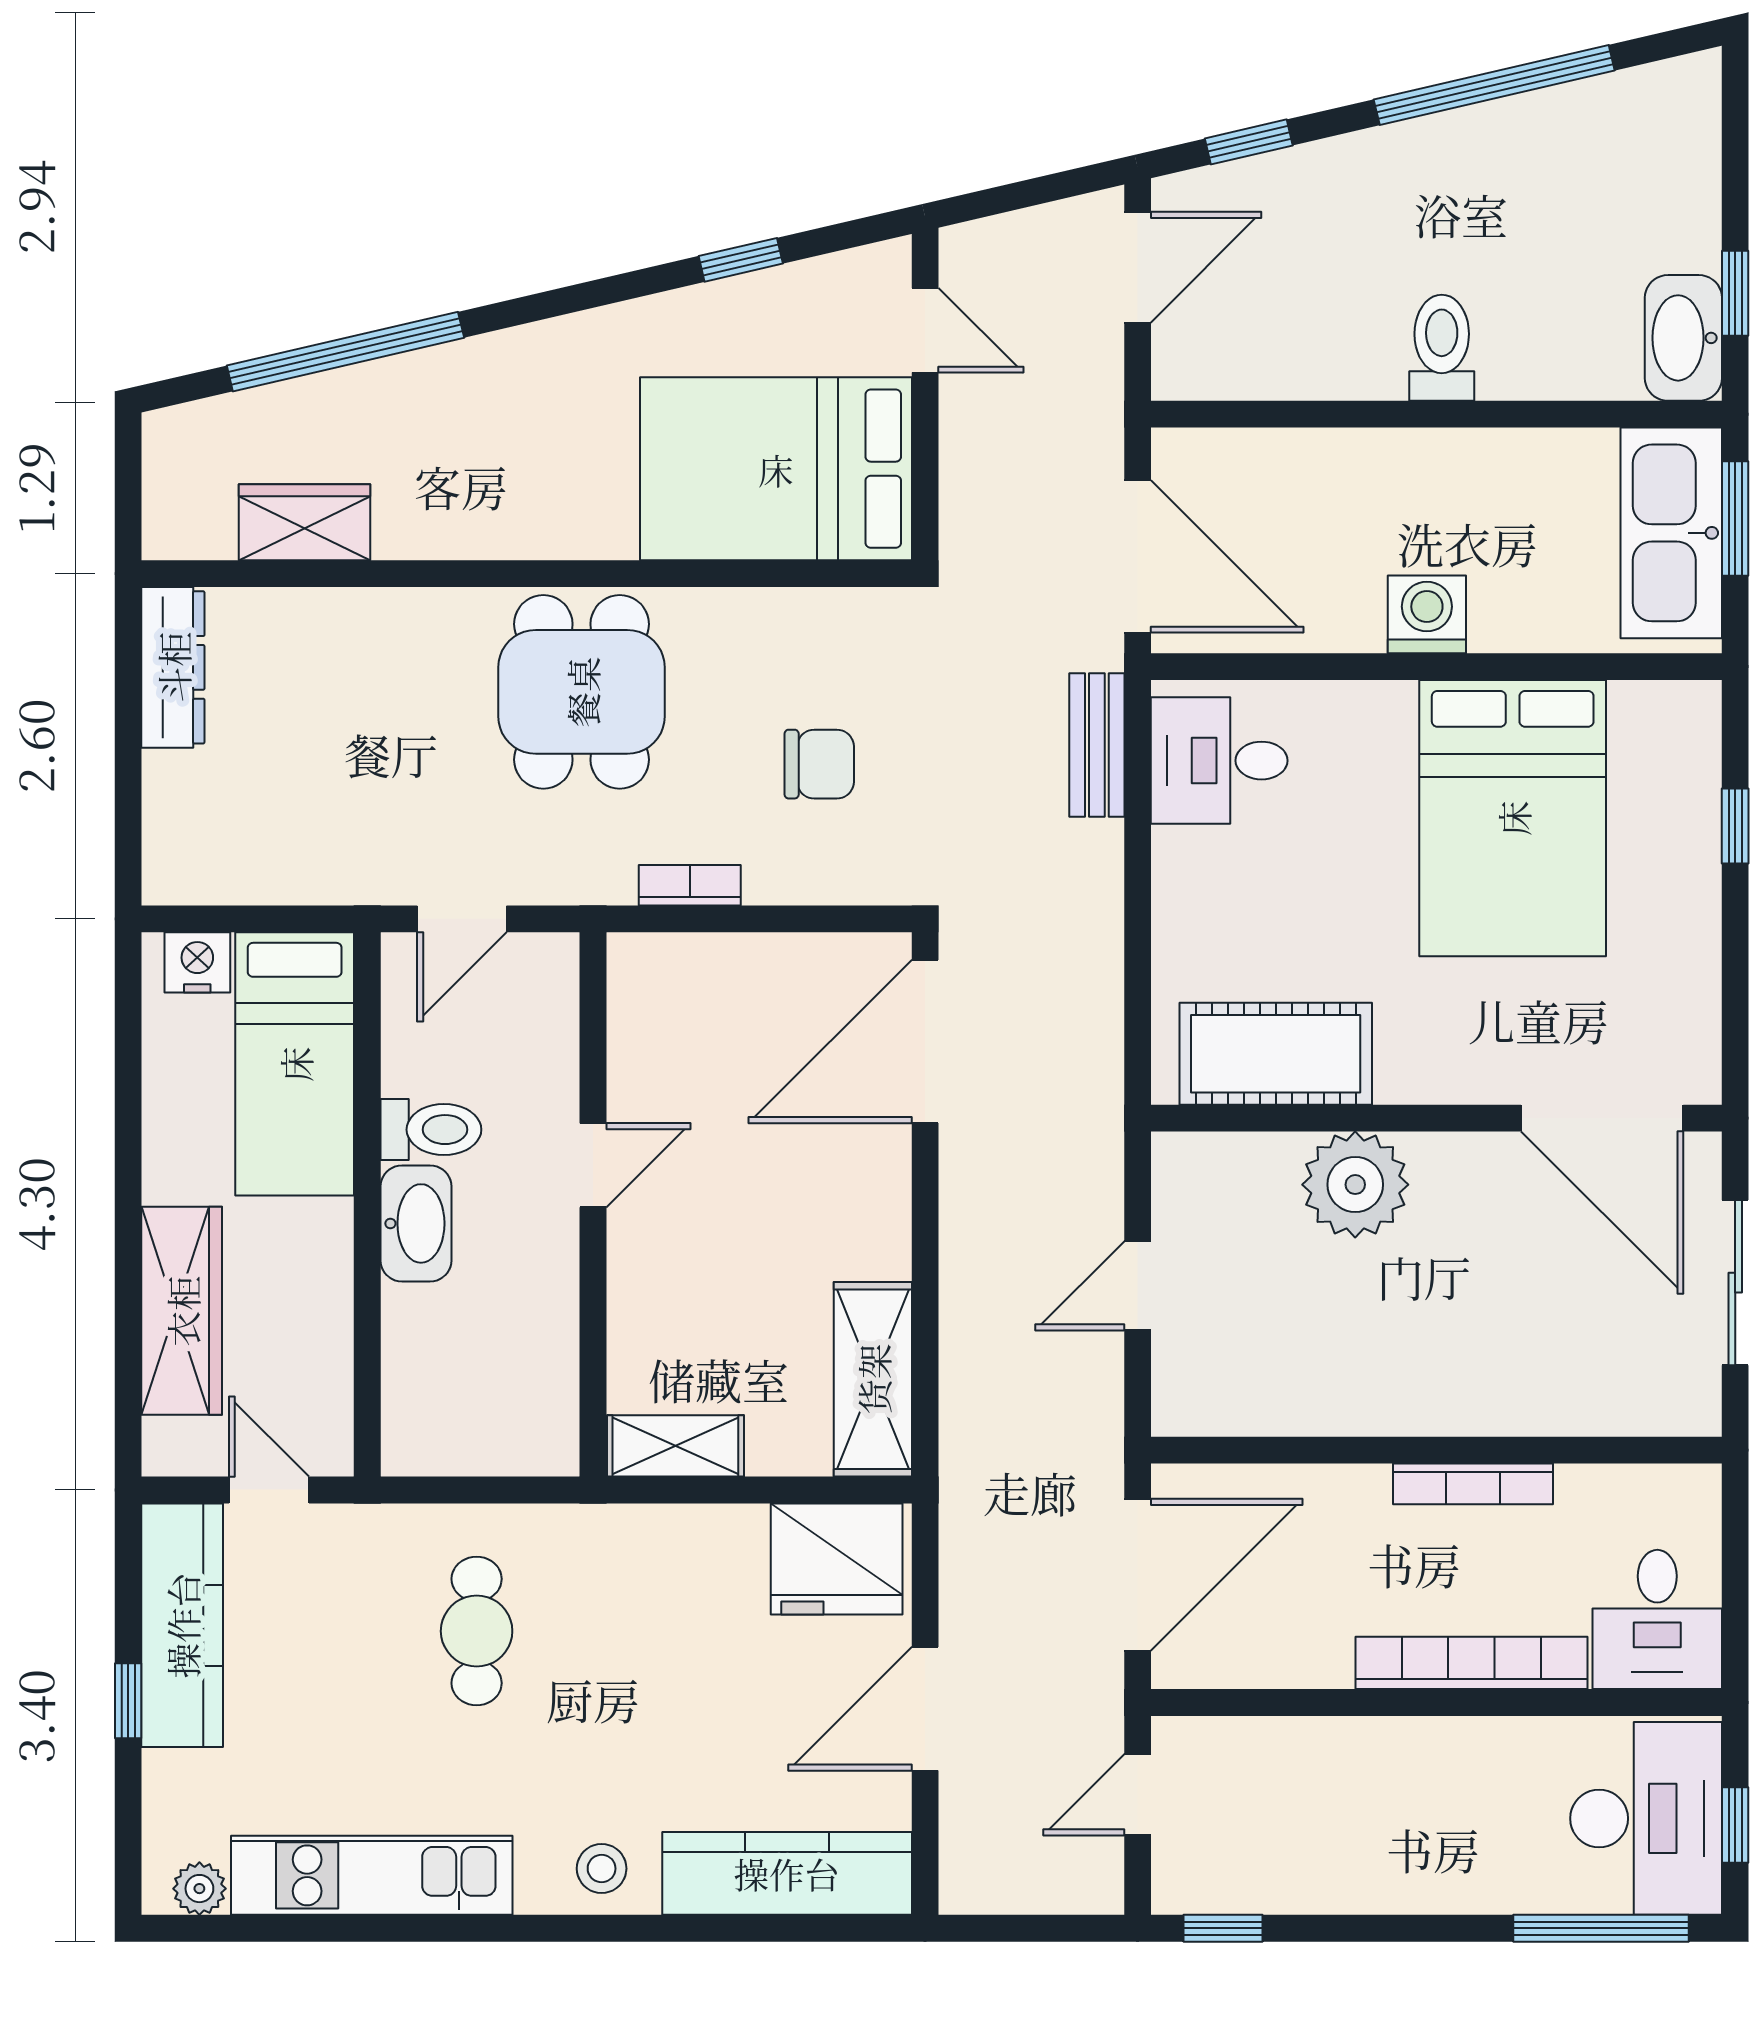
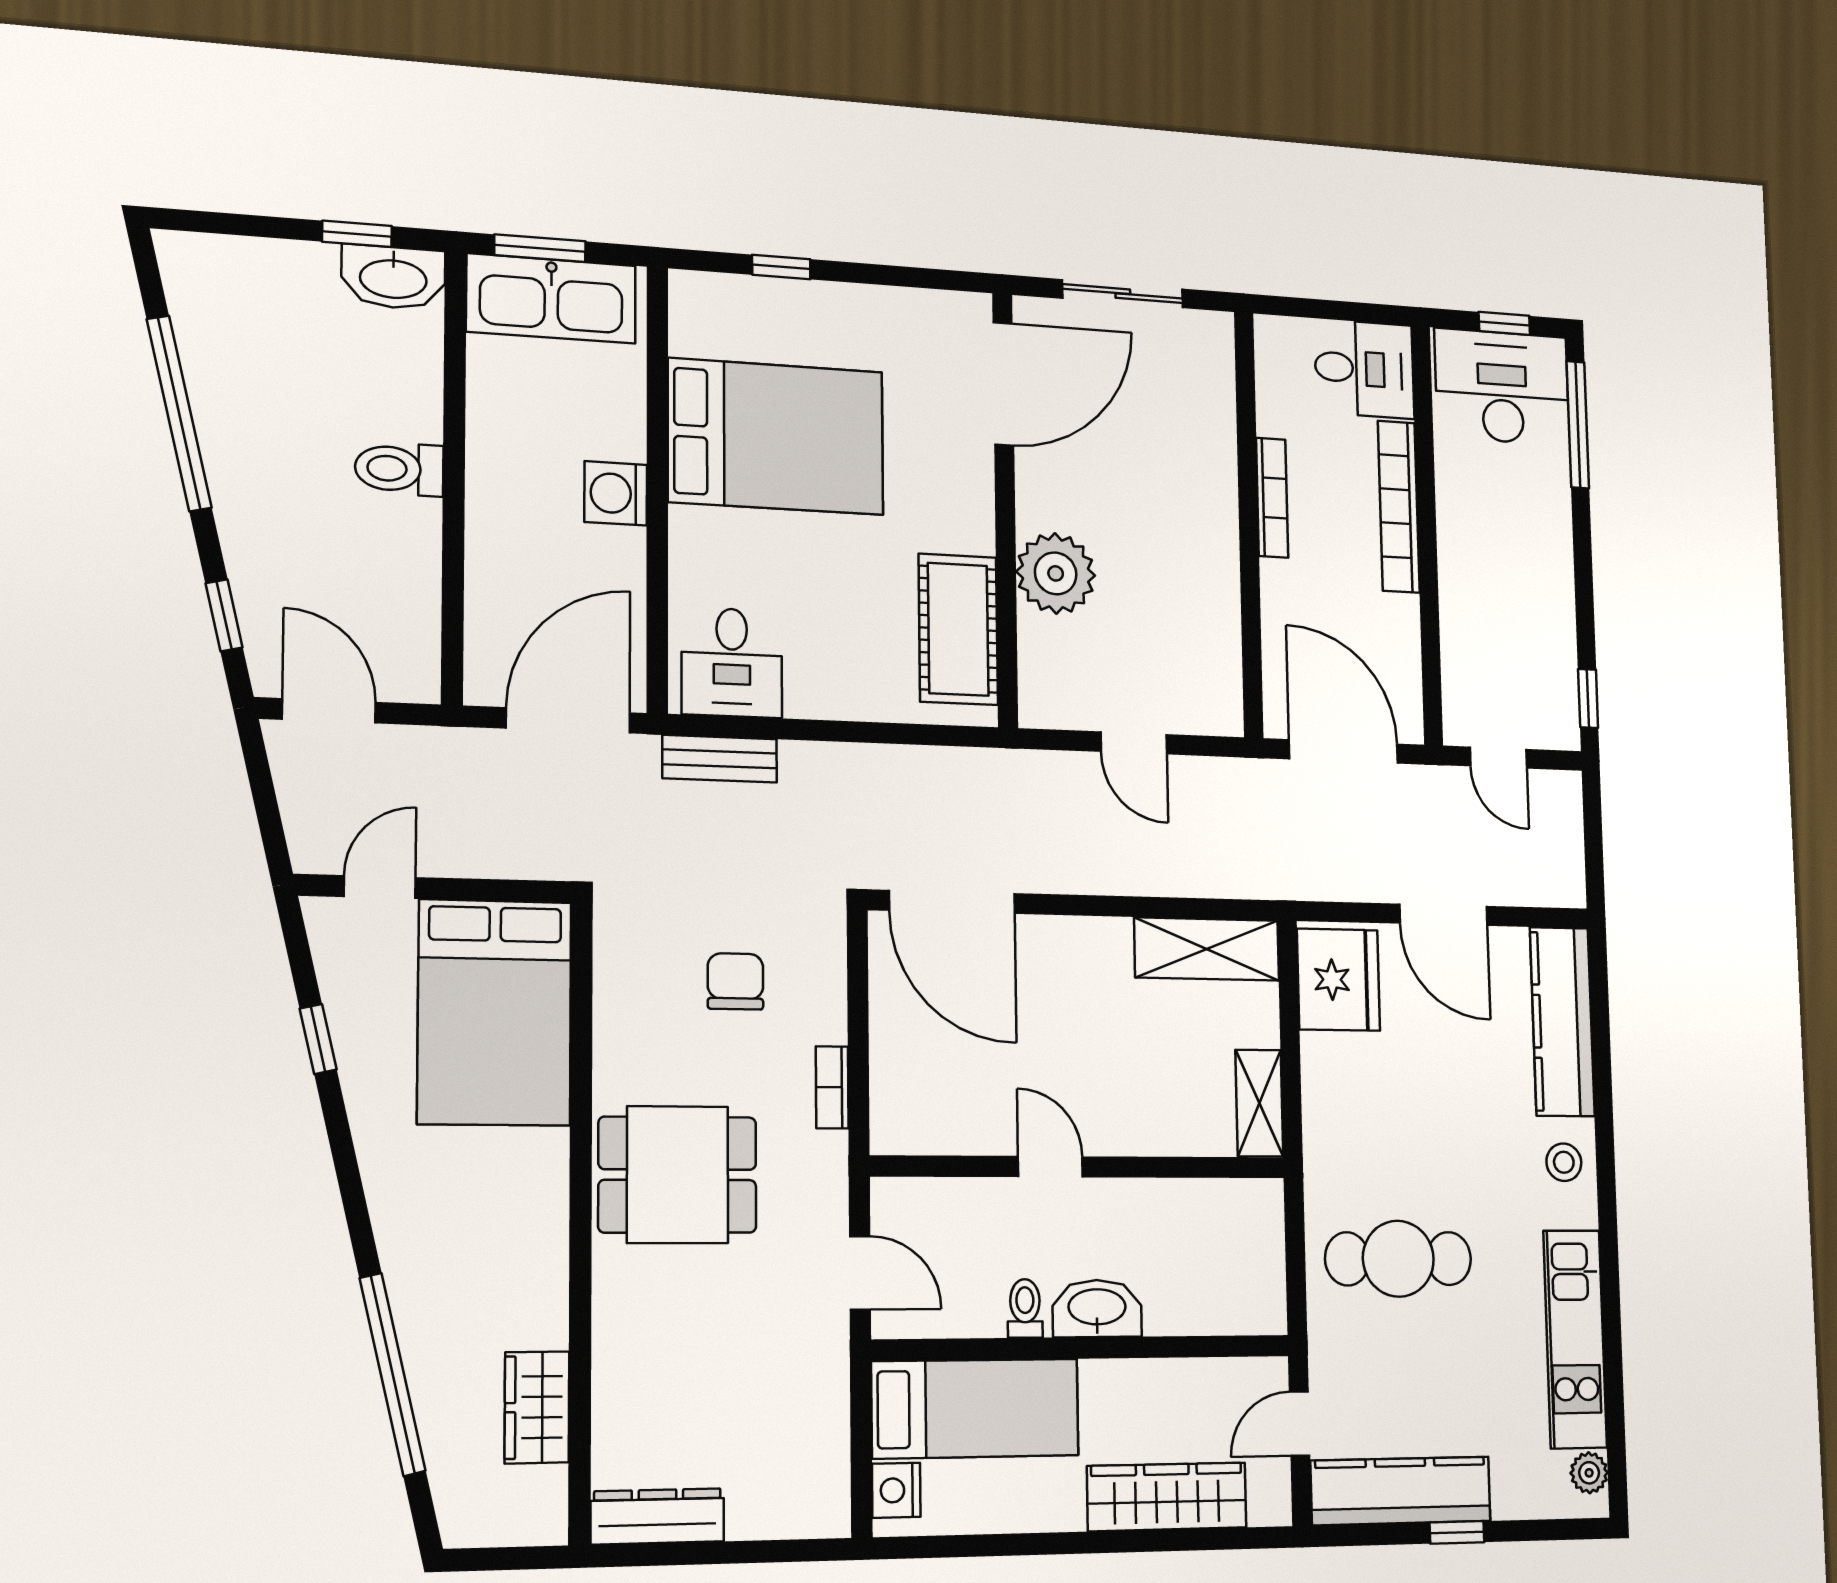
toilet: (431, 1130) -> (1025, 1308), width x0.73, depth x0.72
cafe table: (477, 1631) -> (1398, 1259), width x1.37, depth x1.35

